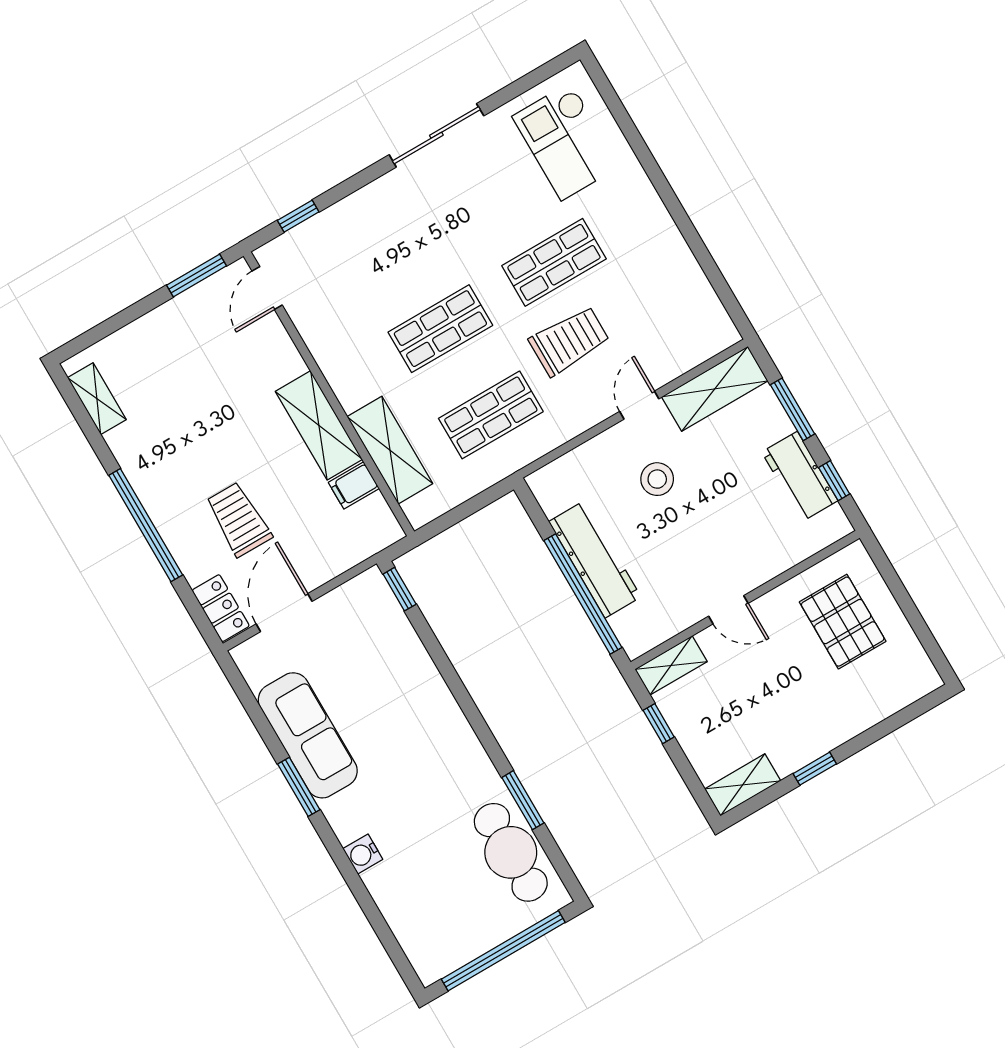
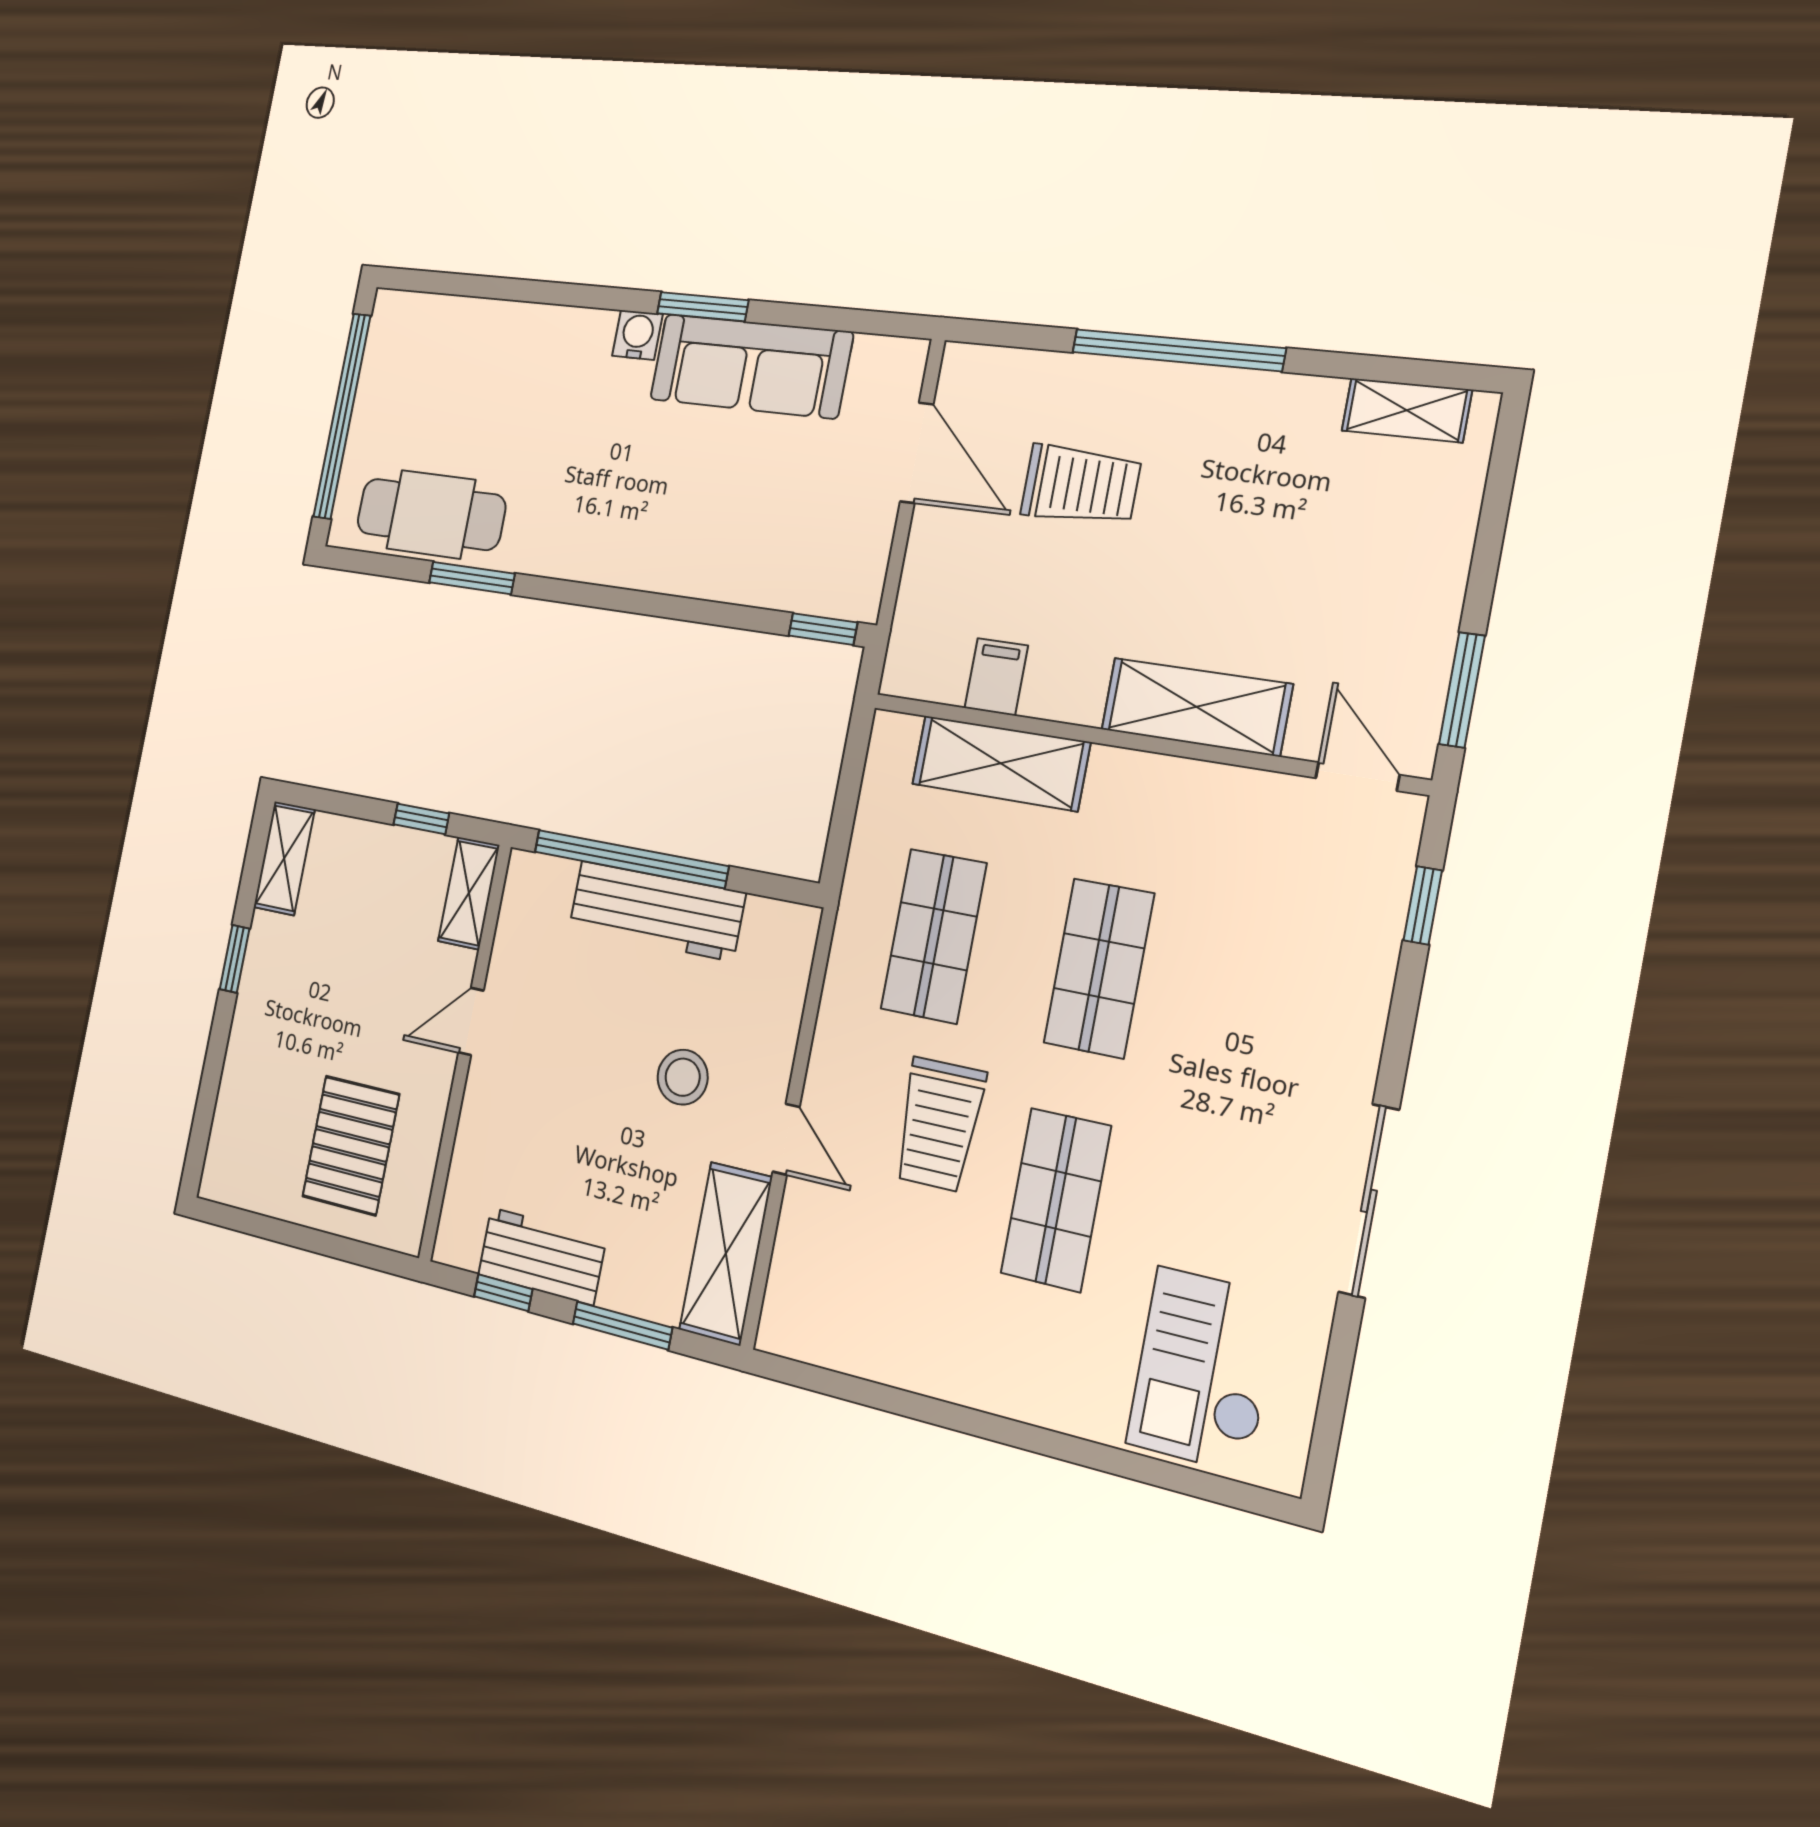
checkout: (566, 141) -> (1203, 1370), turned -90
shelving: (319, 425) -> (1196, 707), moved
locker: (221, 608) -> (990, 372), removed
pallet: (843, 622) -> (351, 1145), turned 90
water cooler: (363, 854) -> (637, 335), moved

